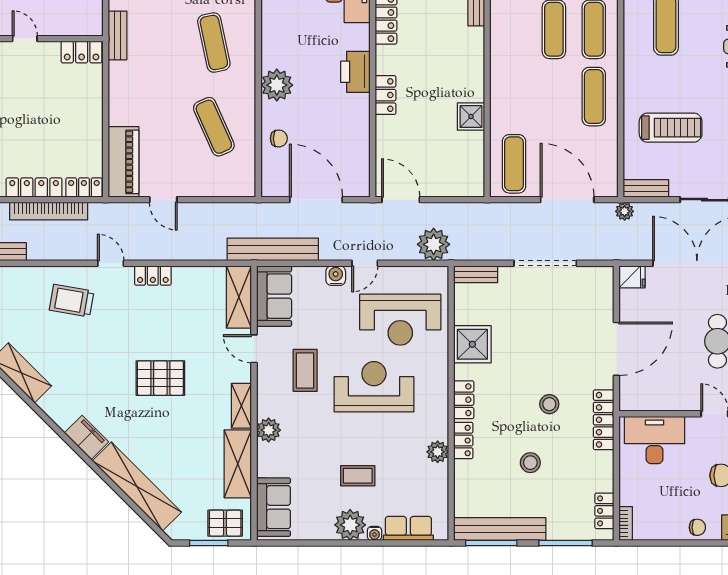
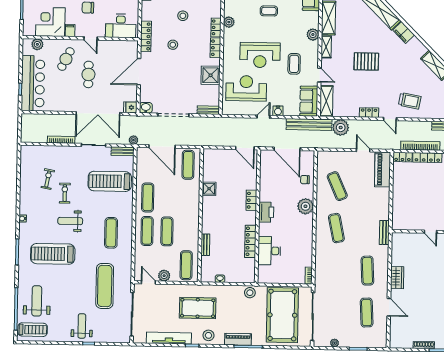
locker: (82, 52) -> (402, 225), removed
treadmill: (671, 128) -> (110, 181), width x1.37, depth x1.38
plant: (434, 244) -> (341, 128), moved
washbasin: (601, 277) -> (146, 108), added

